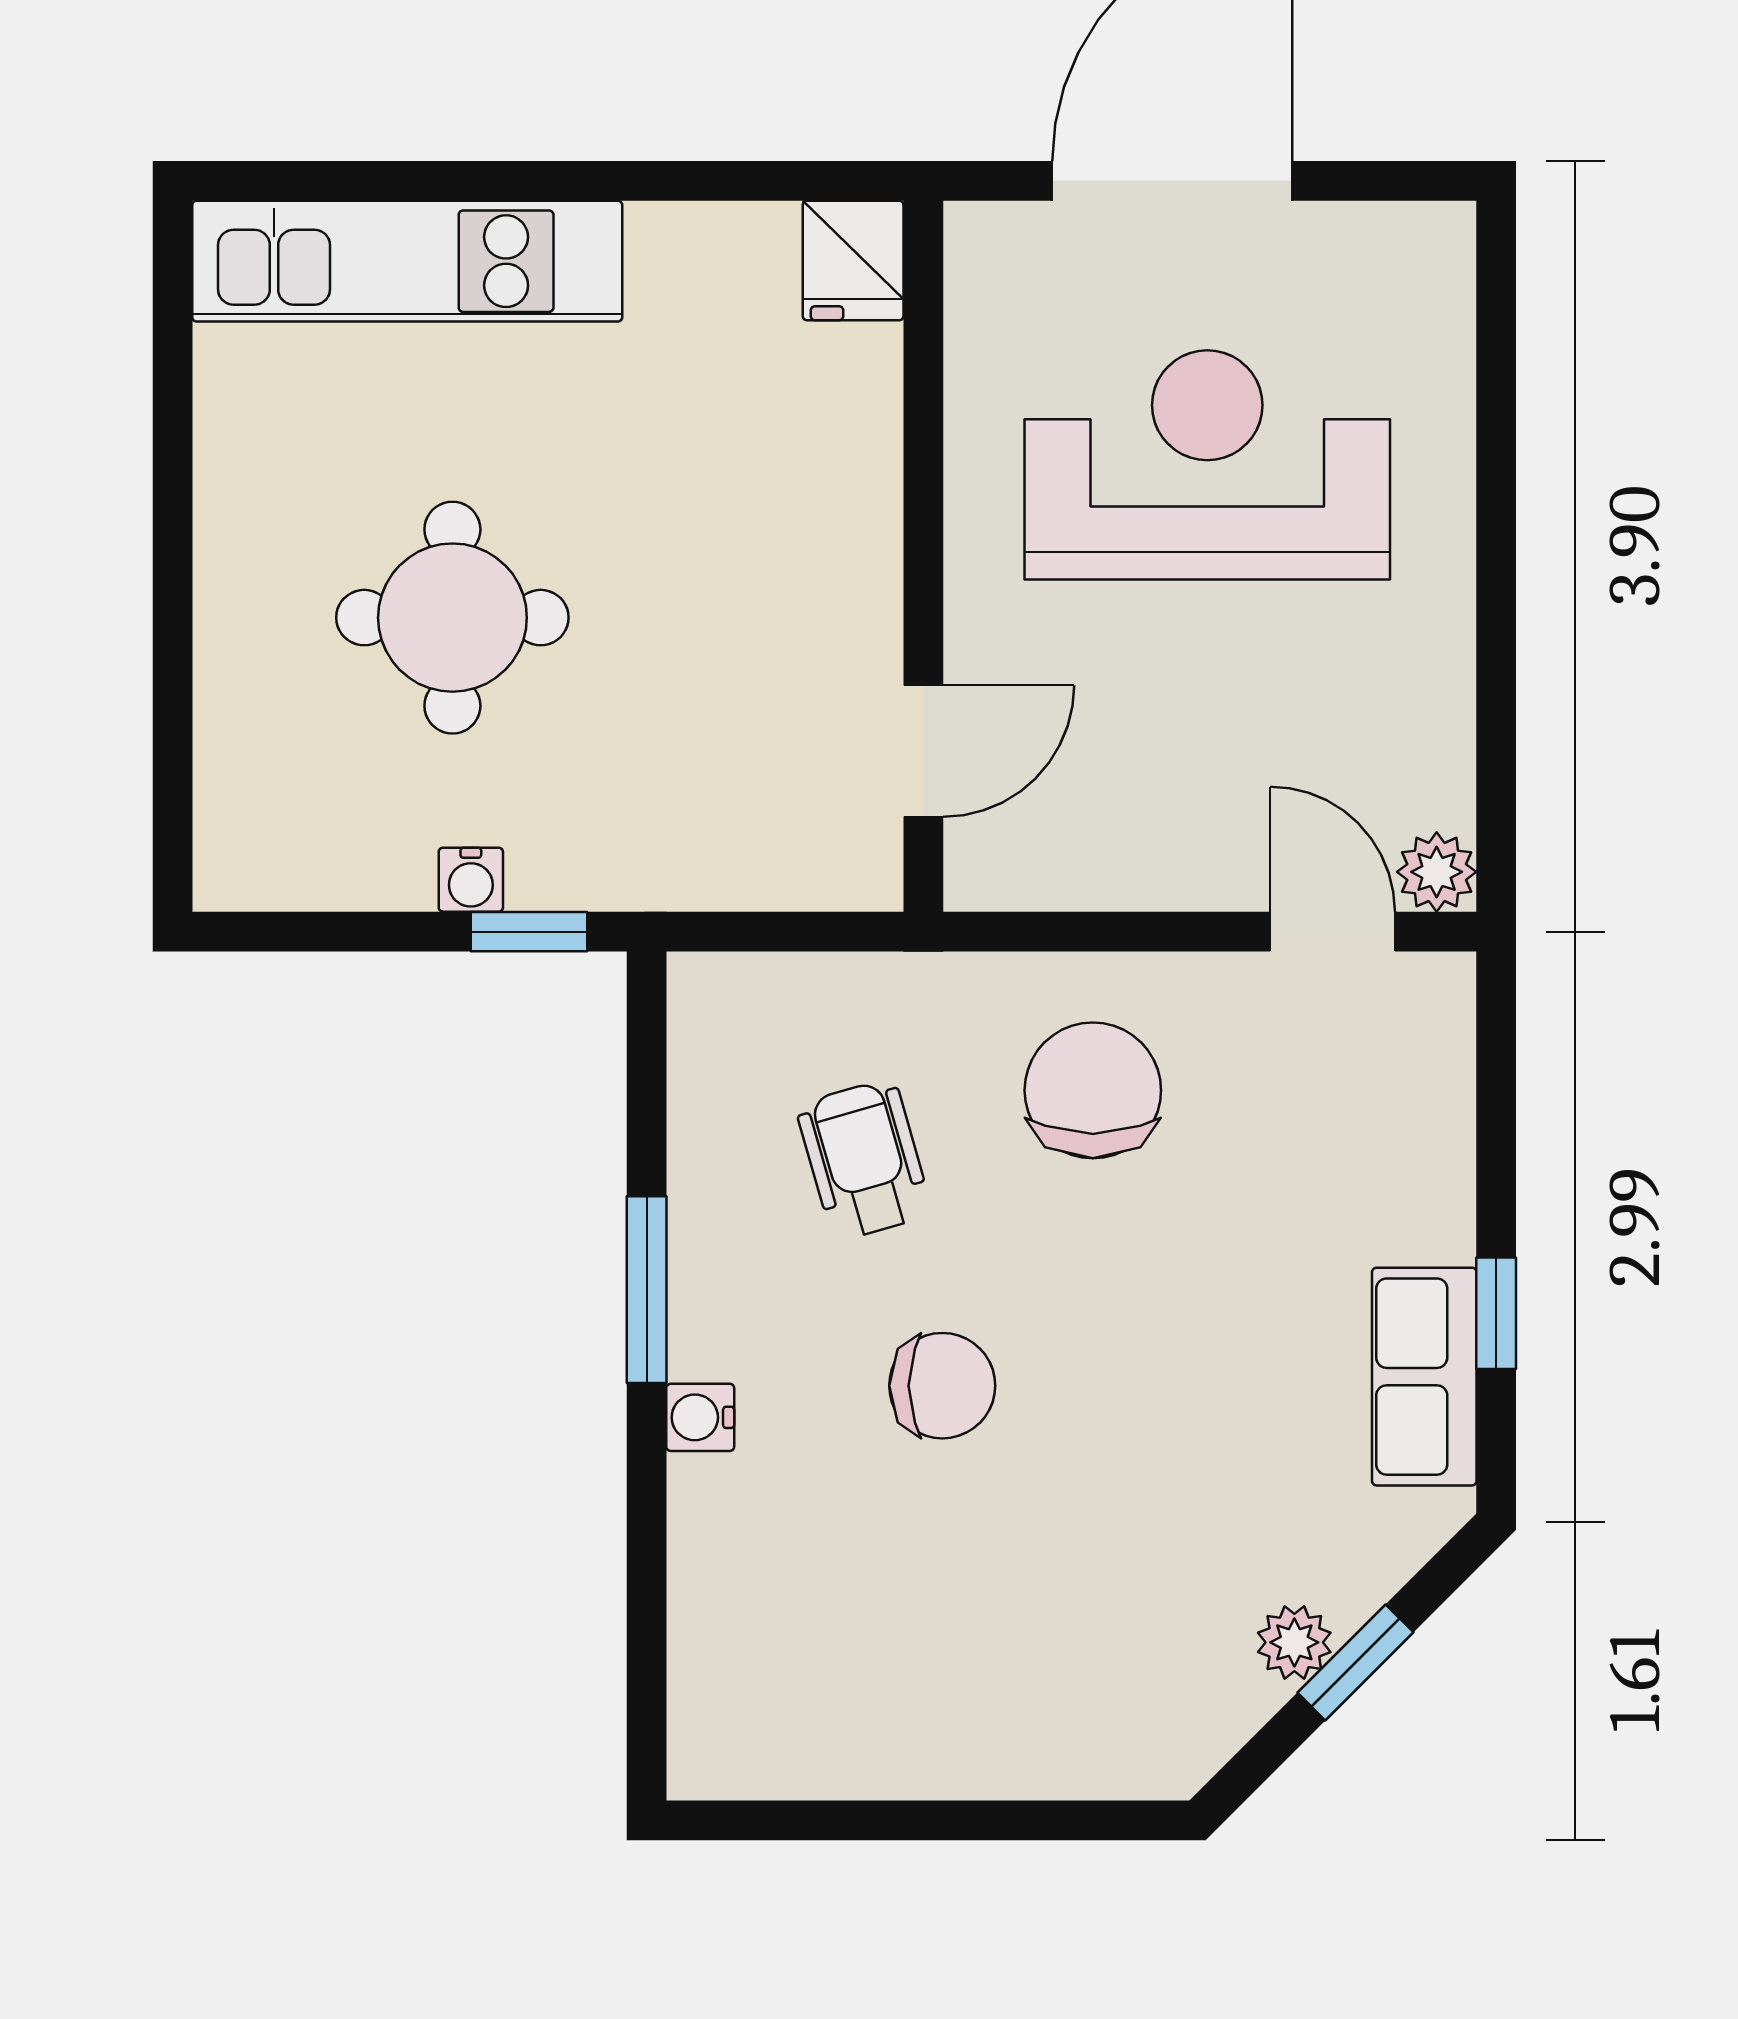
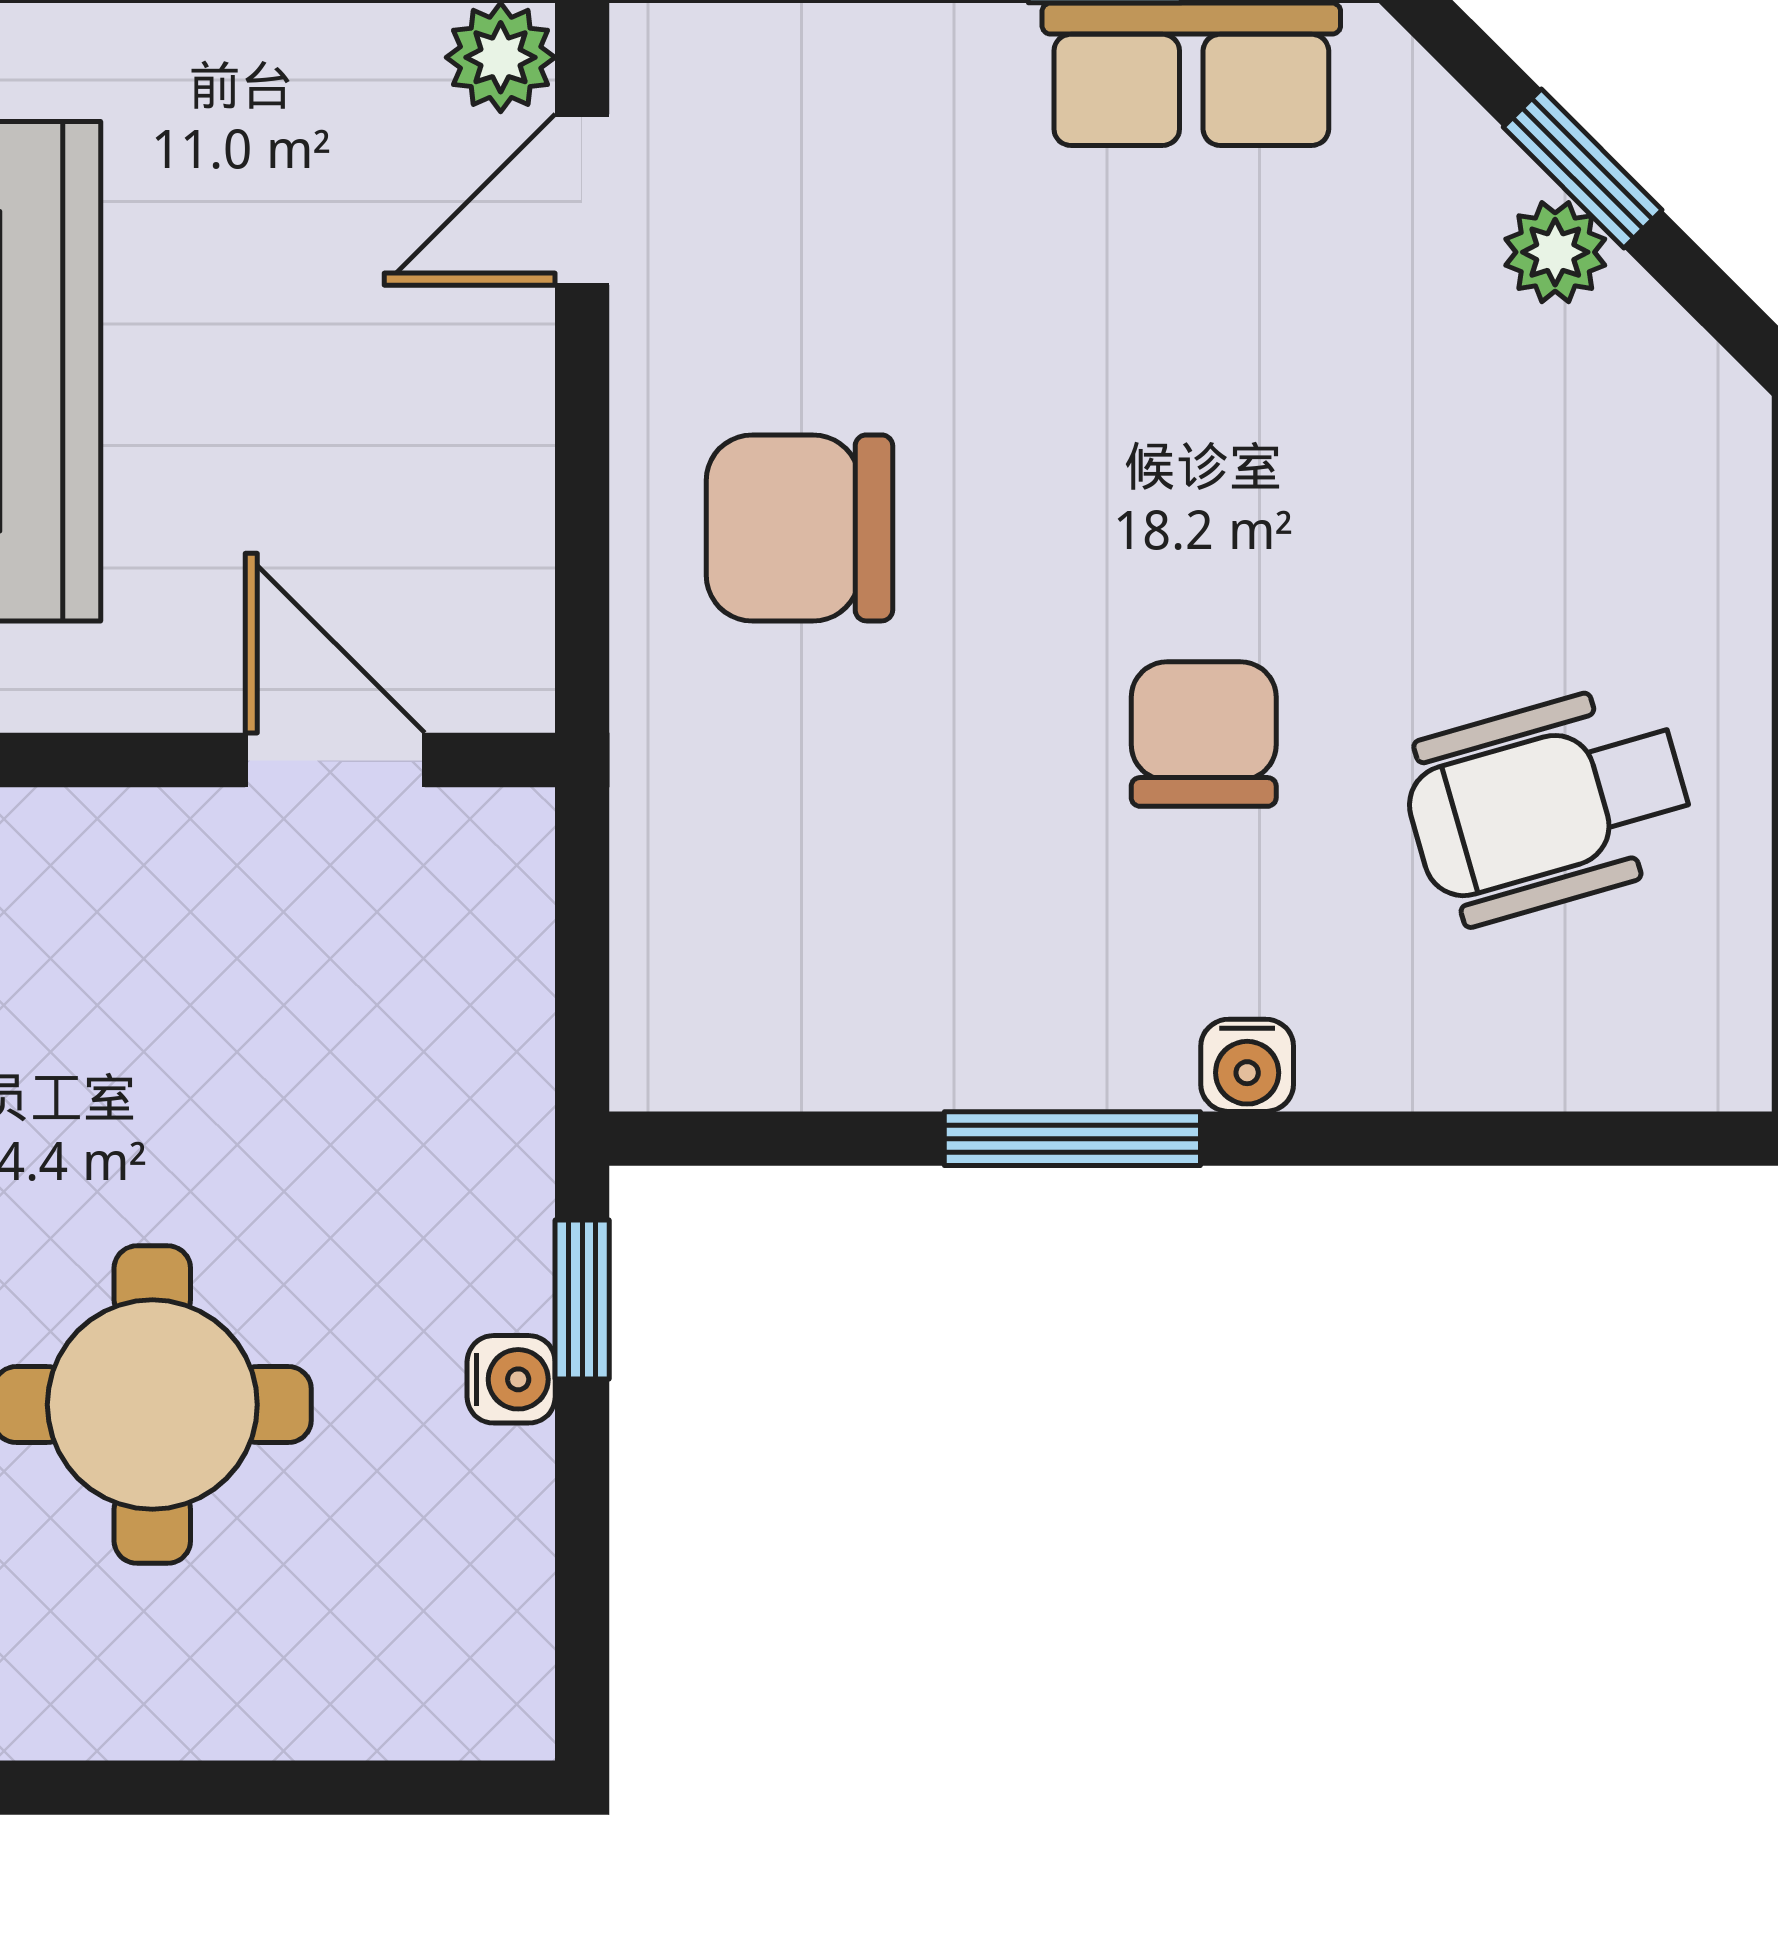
wheelchair: (864, 1160) -> (1548, 804), moved, width x1.36, depth x1.37

